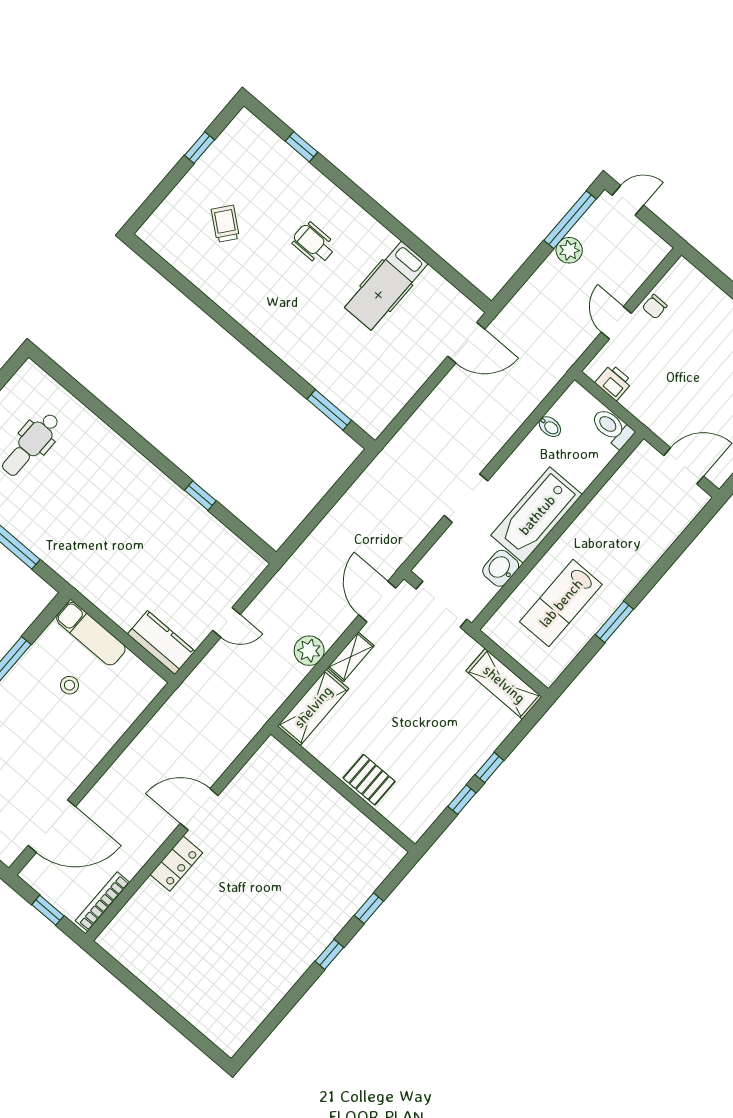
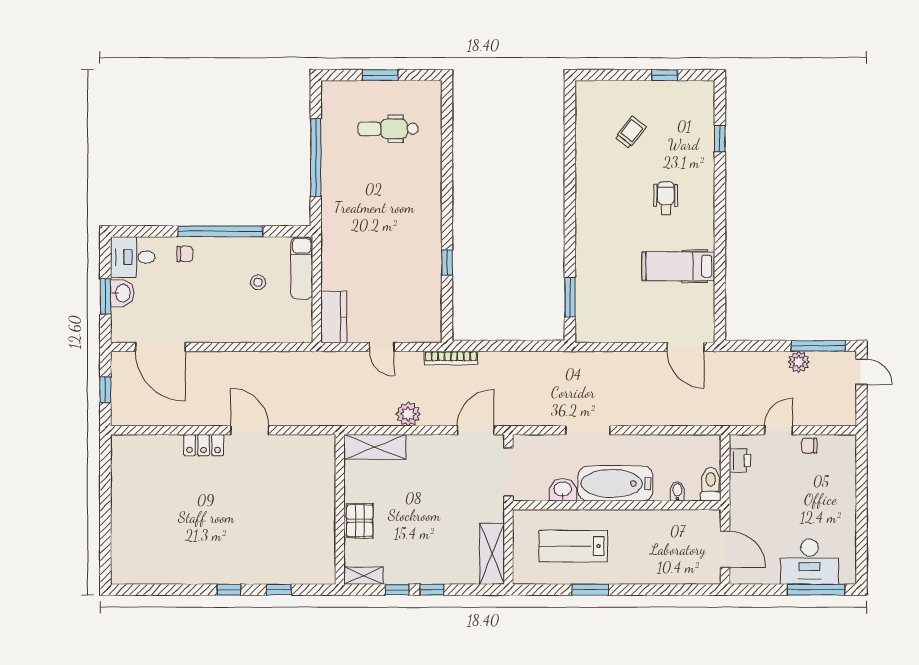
bidet: (550, 427) -> (677, 491), moved, turned 180
shelving: (351, 657) -> (363, 576), moved
bookcase: (103, 902) -> (451, 358), moved, turned 180

